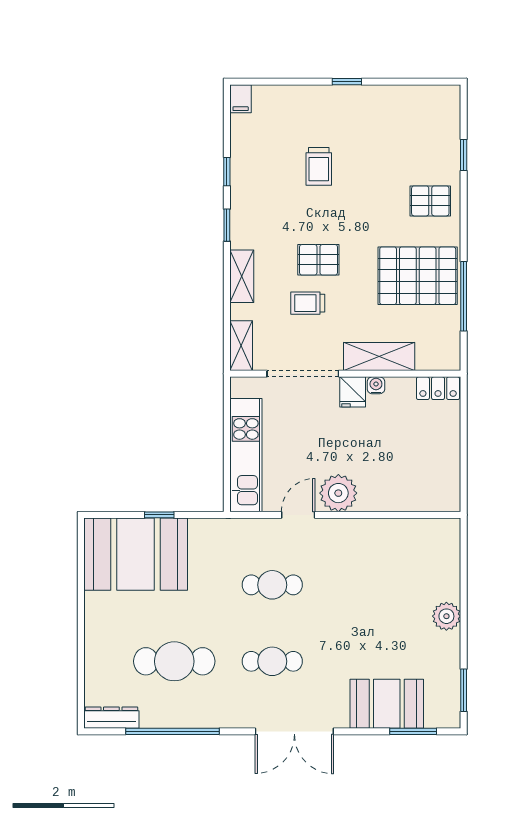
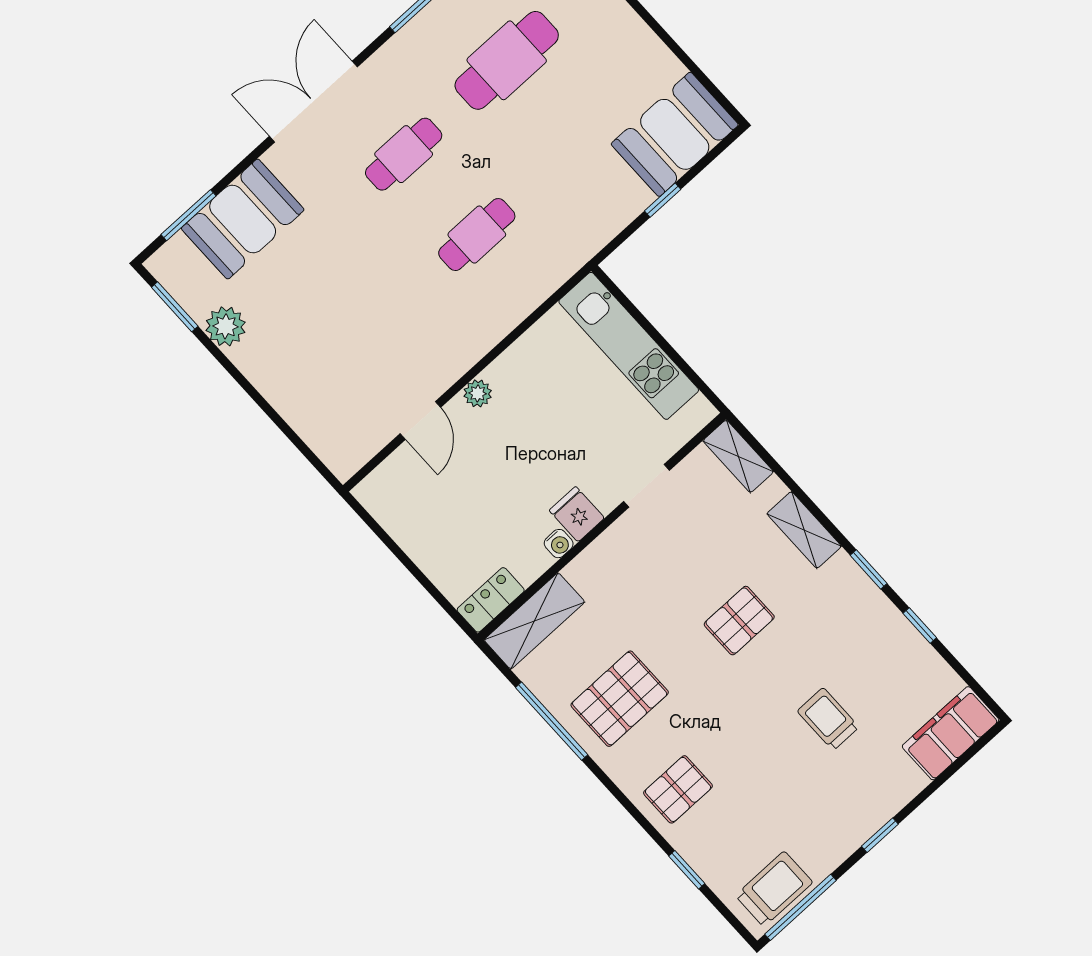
window: (422, 82) -> (801, 907), added
filing cabinet: (241, 99) -> (951, 733), width x3.00, depth x1.17
pallet: (418, 276) -> (620, 699), width x0.73, depth x0.71
trolley: (308, 303) -> (774, 889), moved, width x1.36, depth x1.39
shelving: (379, 357) -> (534, 621), moved
doorway: (303, 374) -> (647, 486), width x0.53
plant: (338, 493) -> (478, 393), width x0.53, depth x0.53
door: (298, 515) -> (420, 421), moved
booth: (136, 554) -> (675, 134), width x0.73, depth x0.70
plant: (446, 616) -> (226, 326), moved

